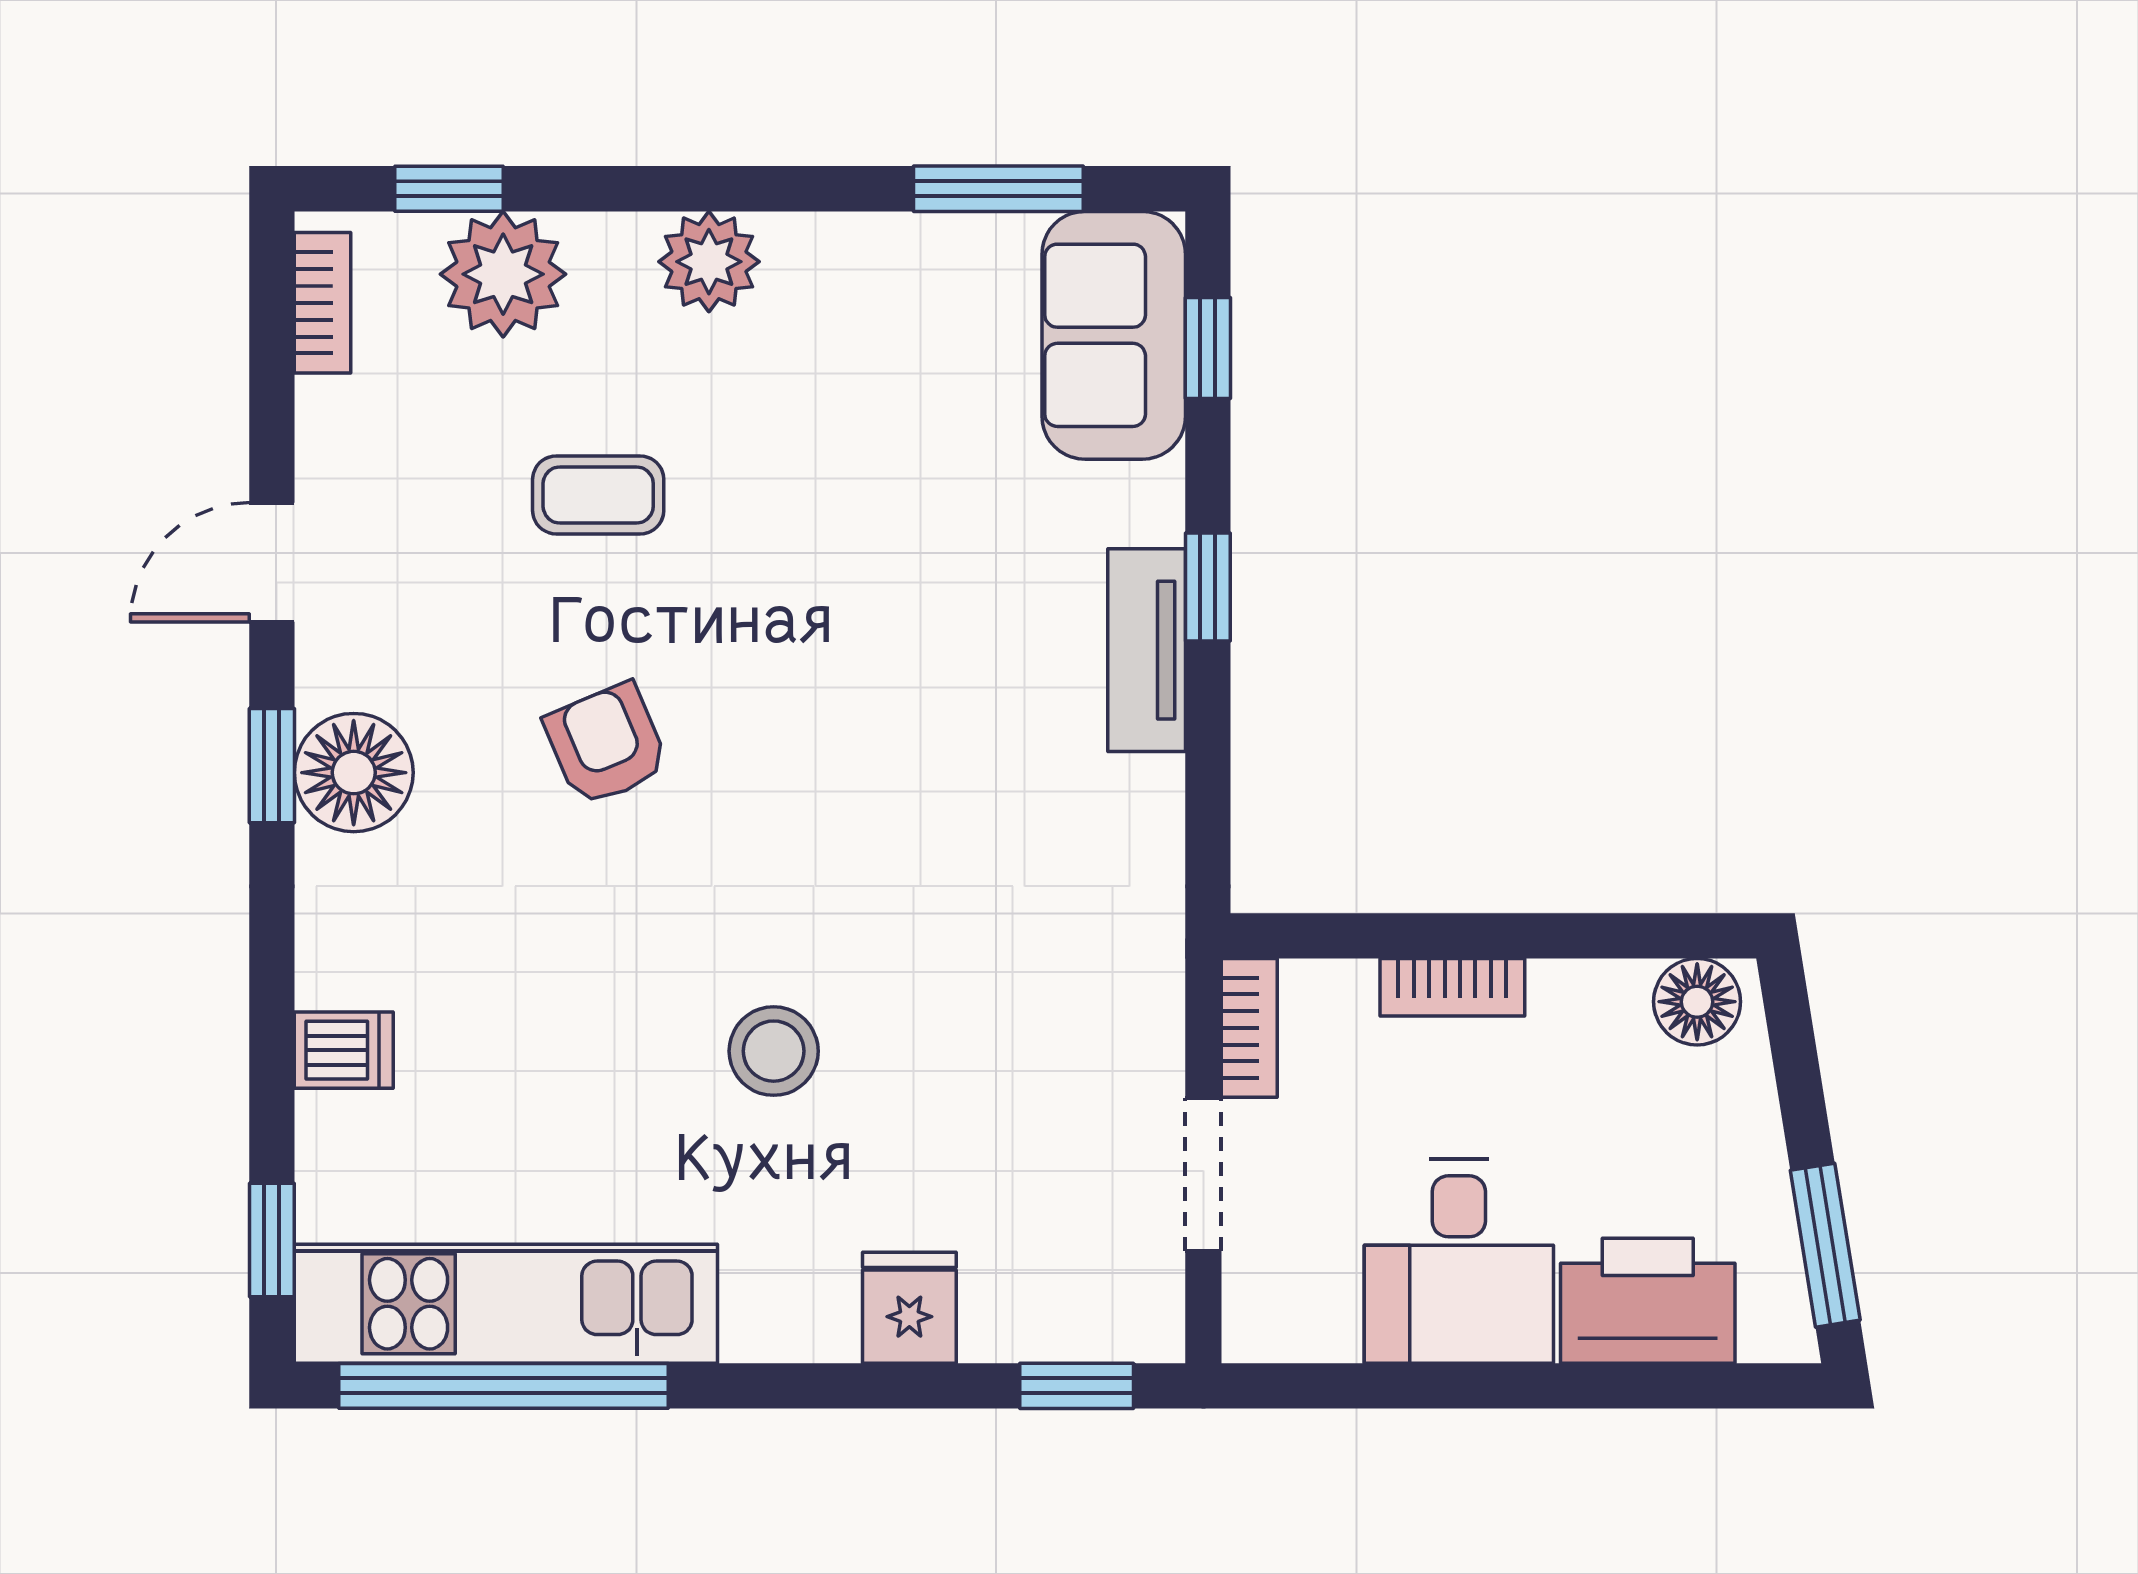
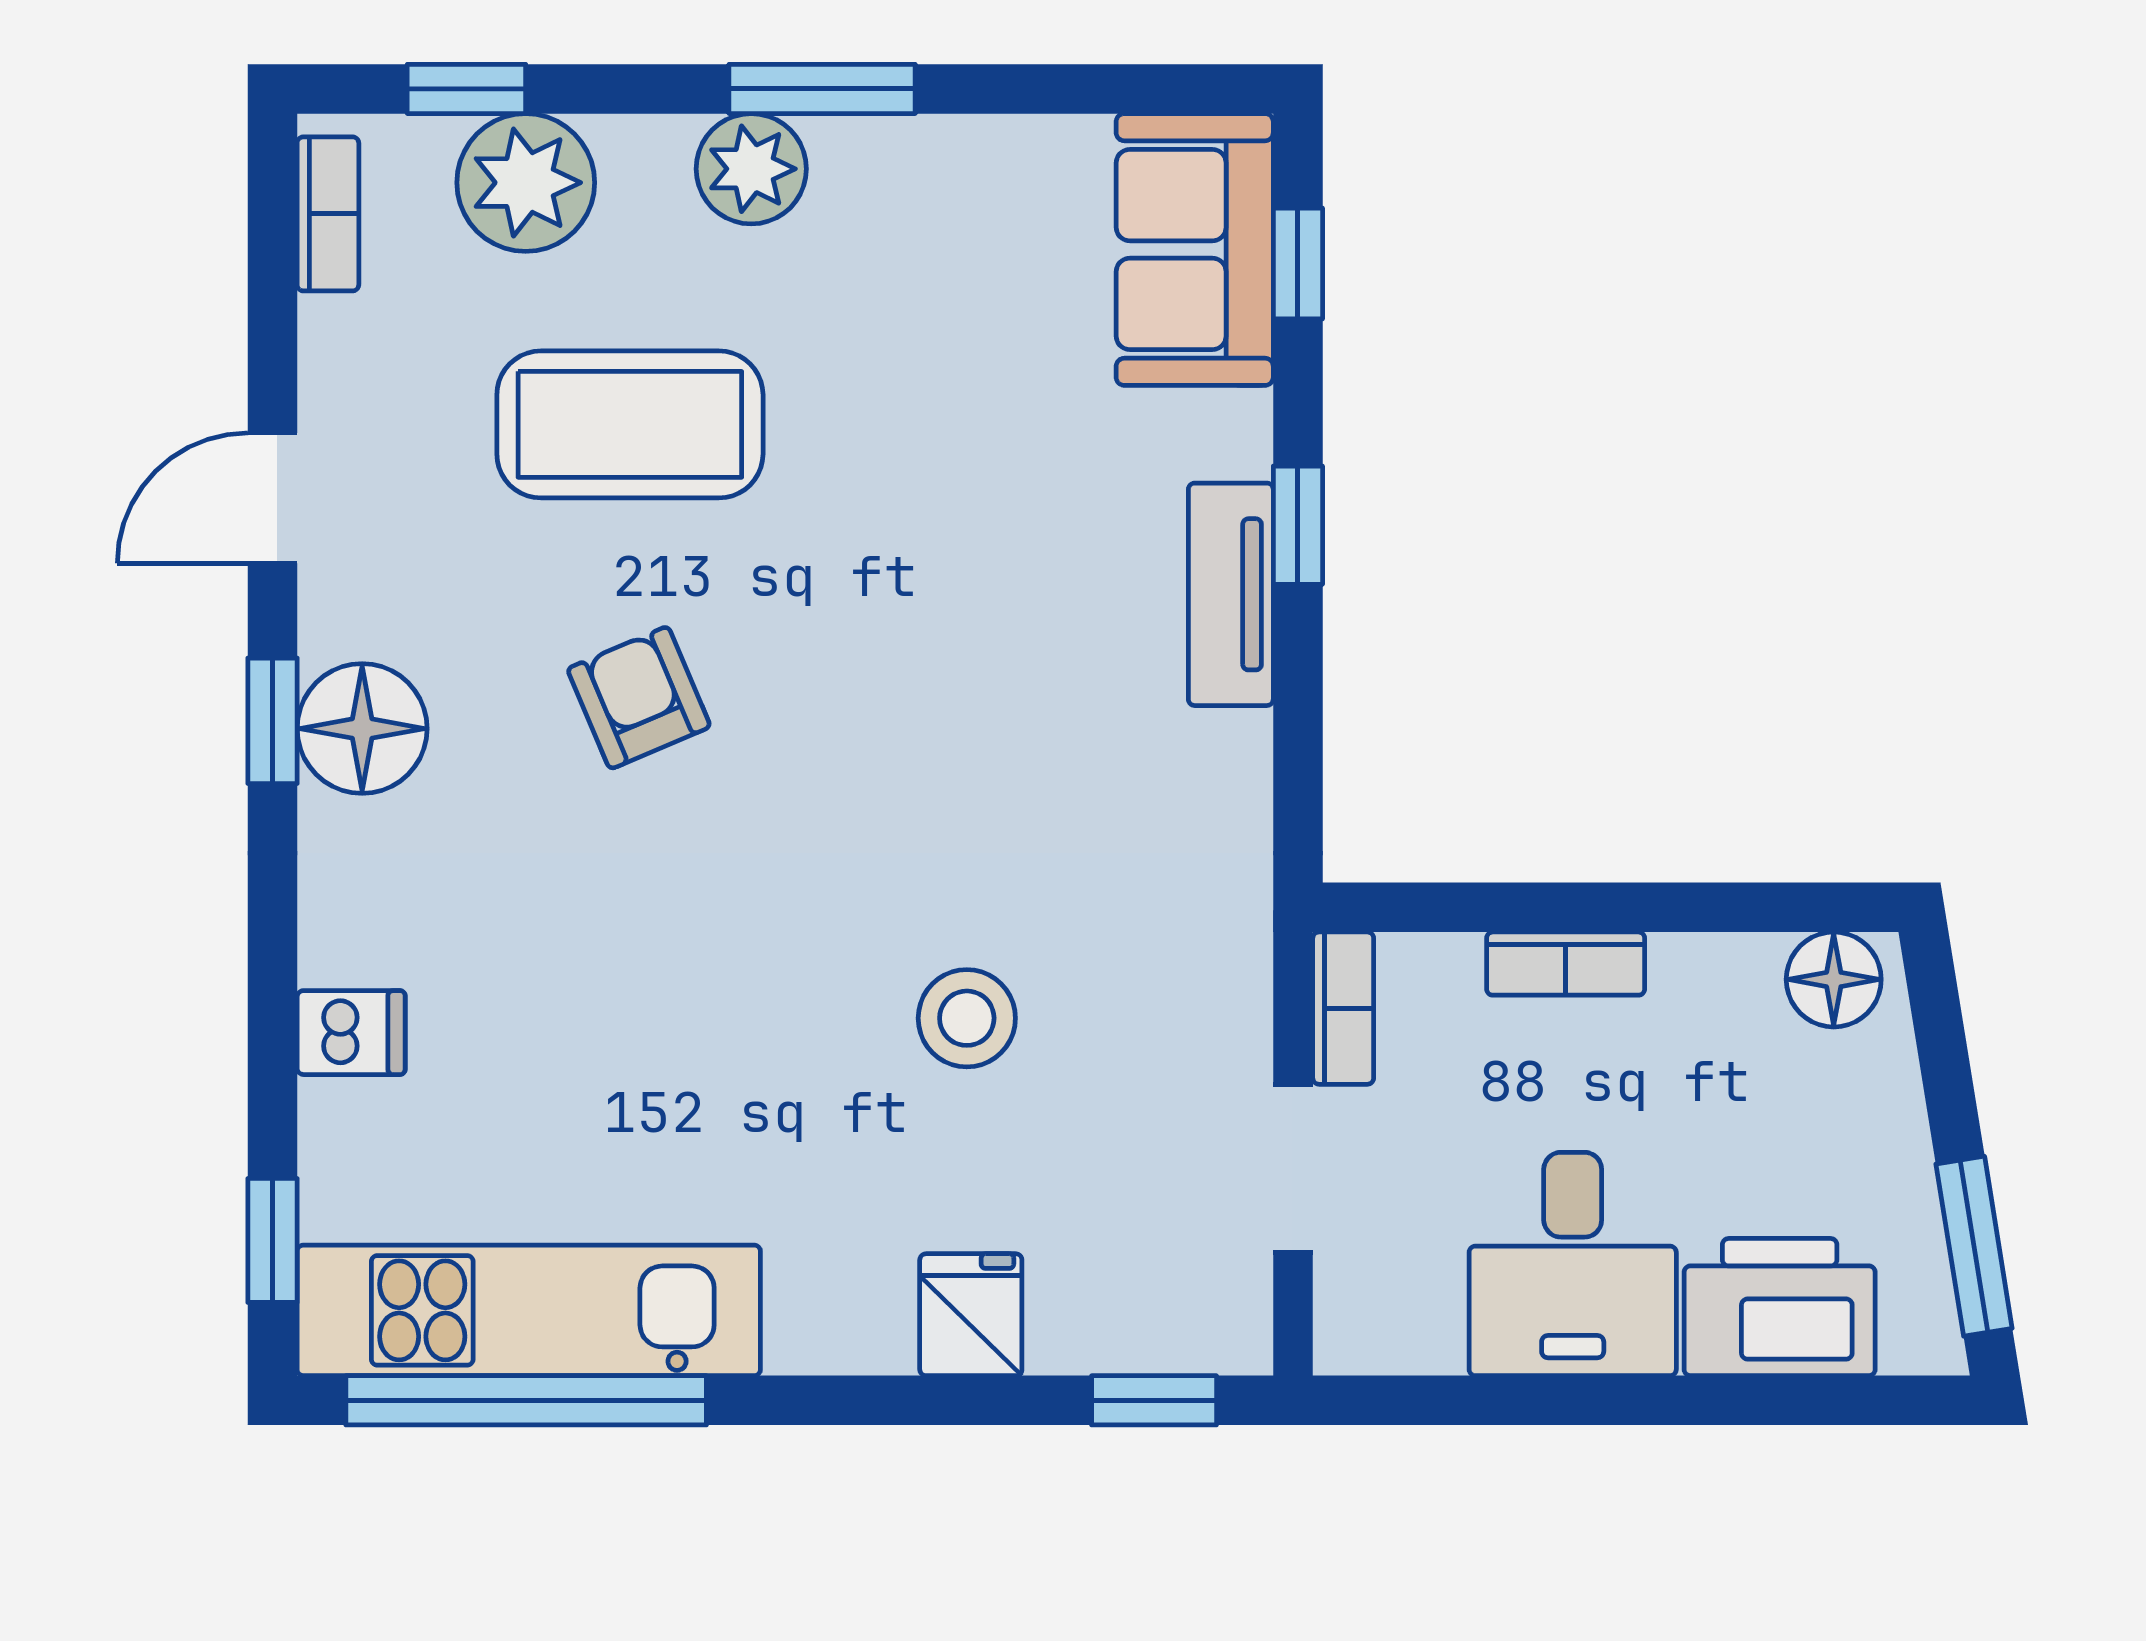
window: (998, 189) -> (822, 89), moved
coffee table: (598, 495) -> (630, 424), width x1.86, depth x1.72
stool: (774, 1051) -> (967, 1018), moved

